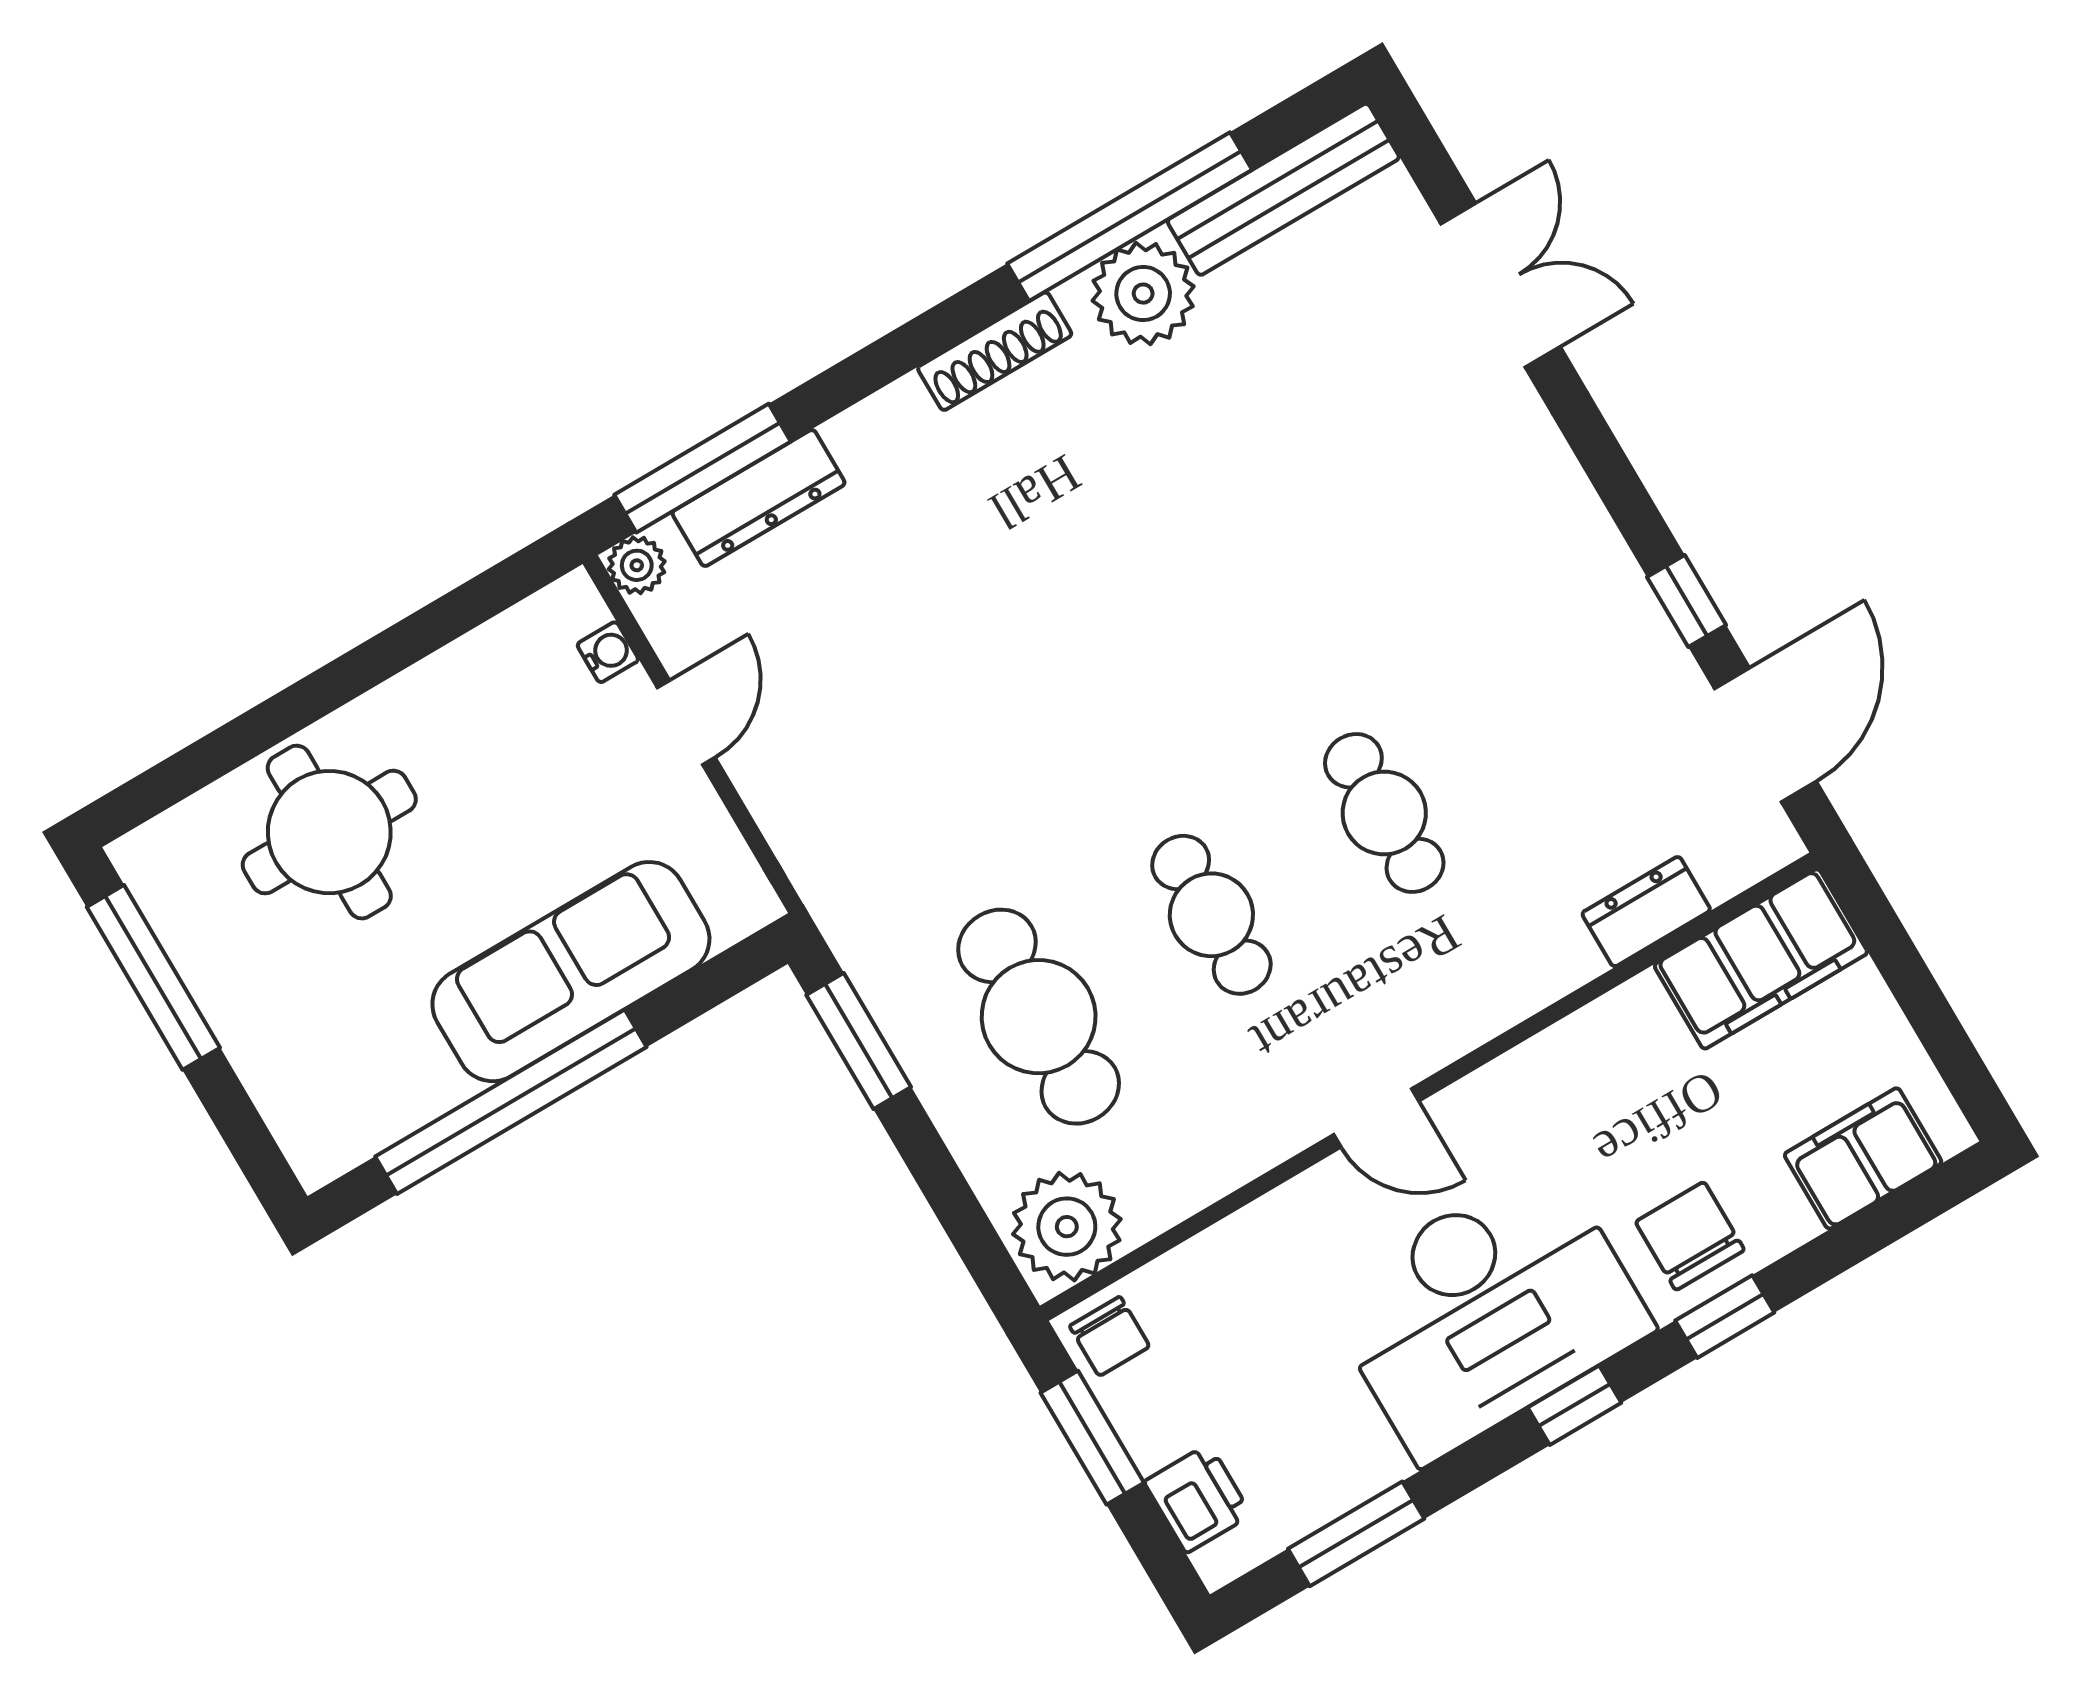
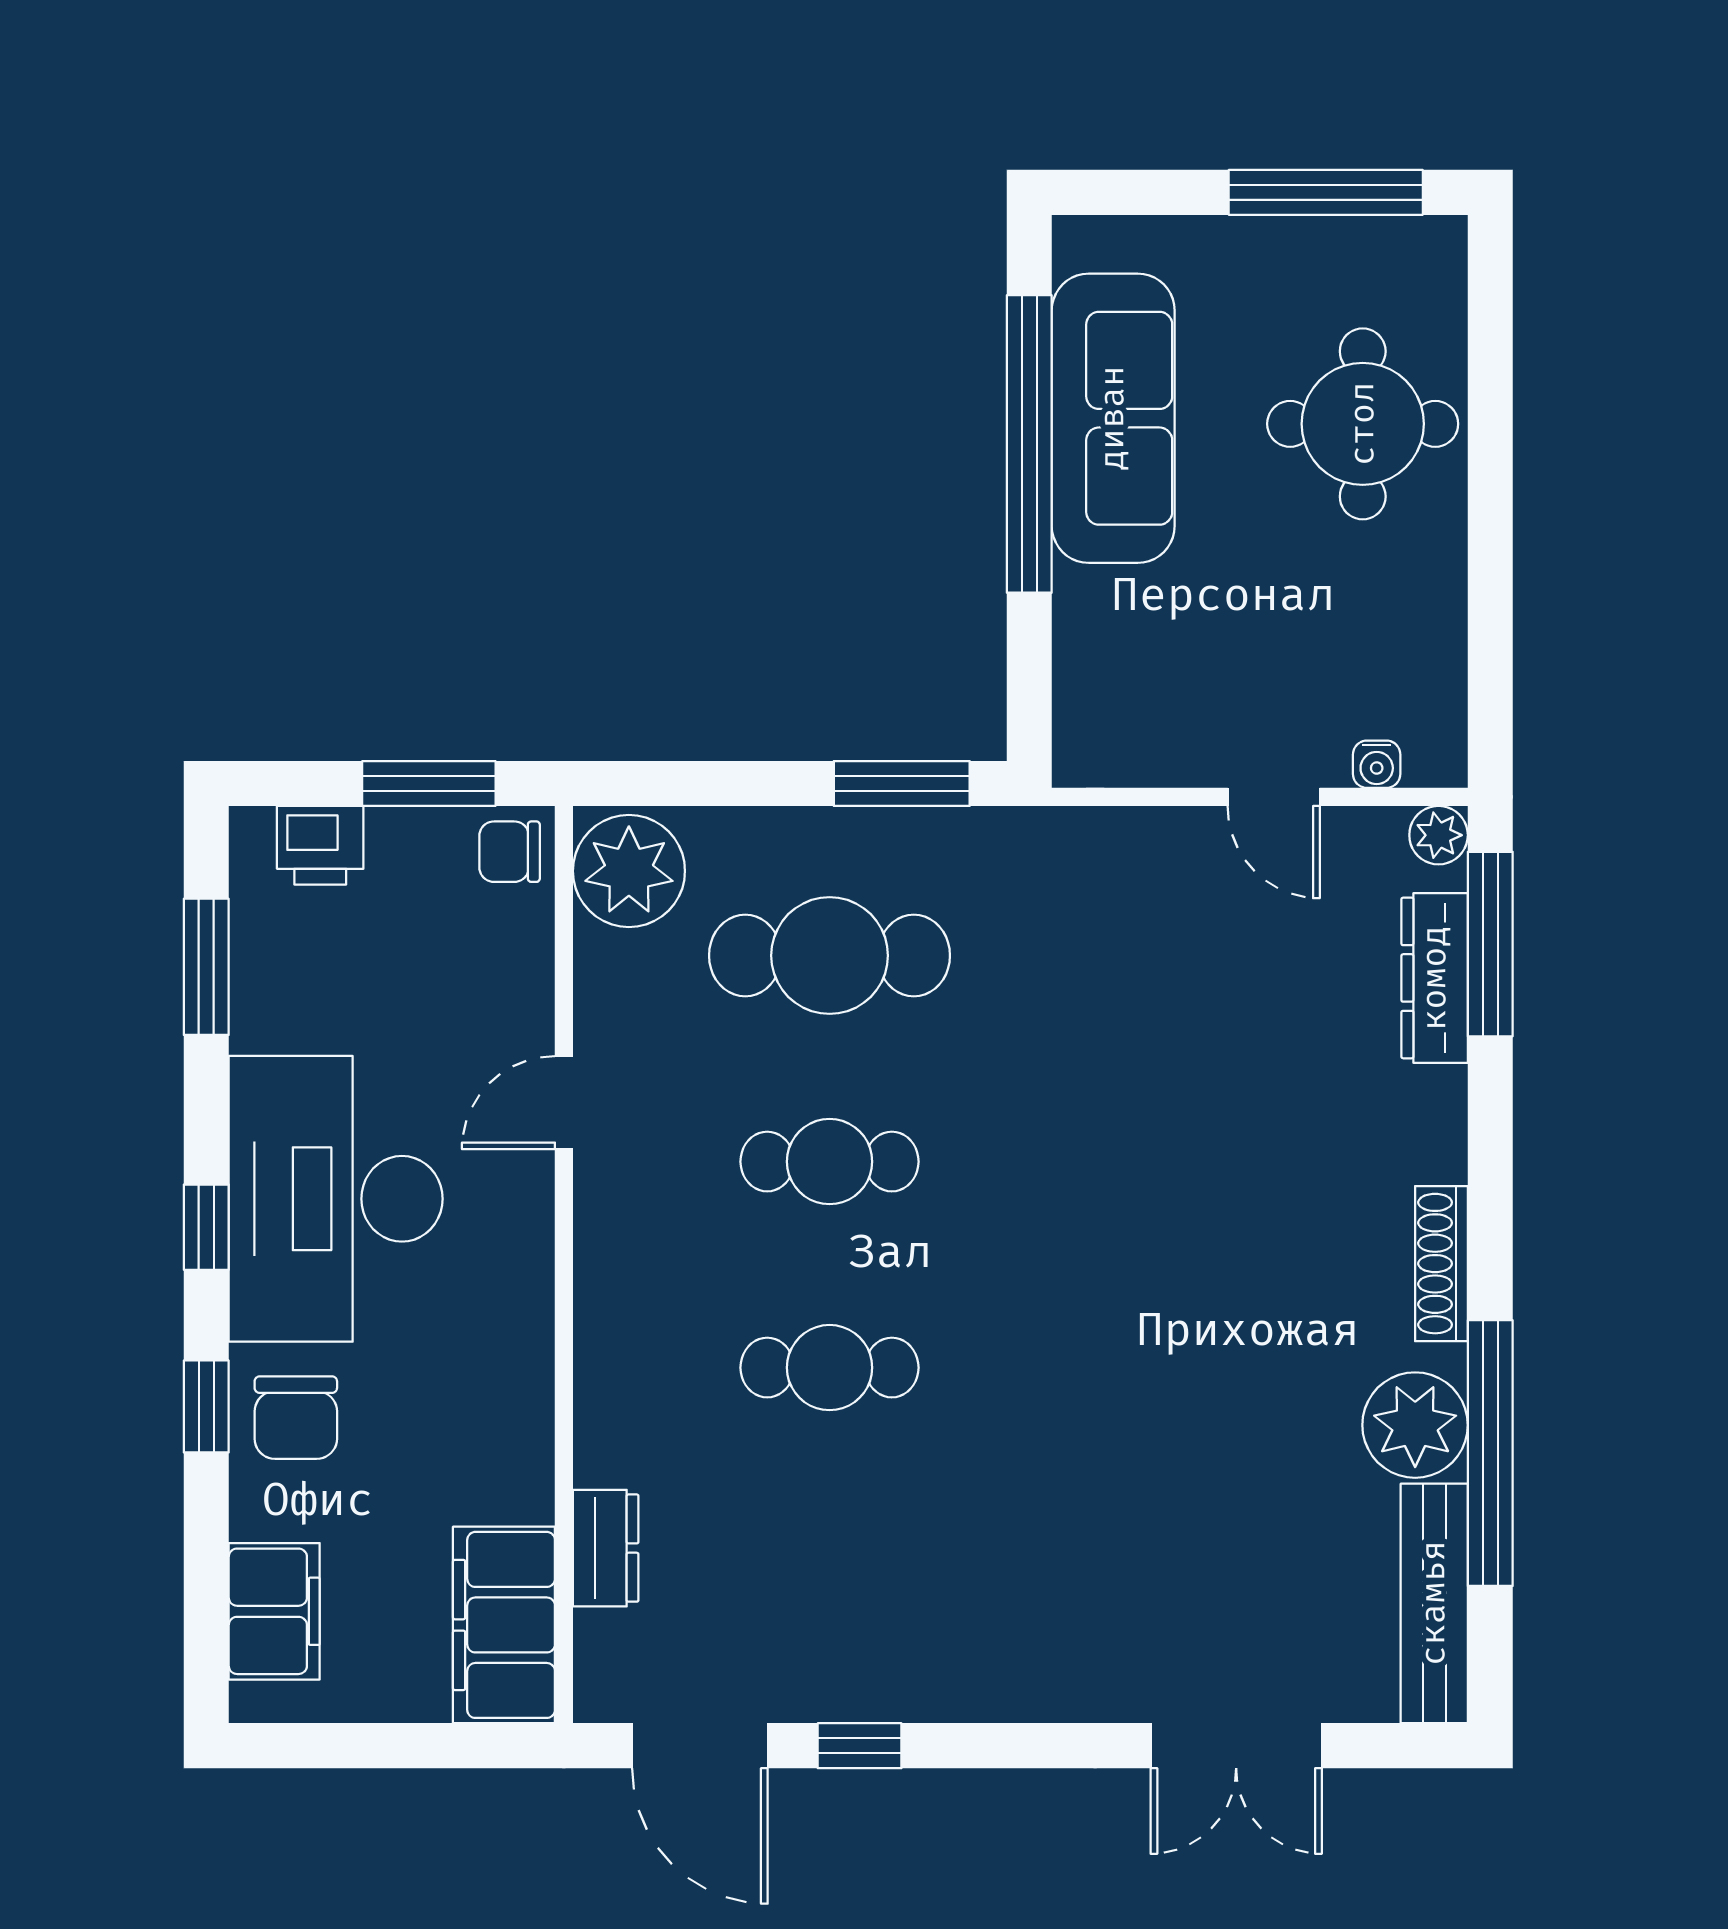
sofa: (571, 972) -> (1113, 418), moved
door: (1376, 1118) -> (564, 1103), moved
chair: (1690, 1236) -> (296, 1418), turned 90

